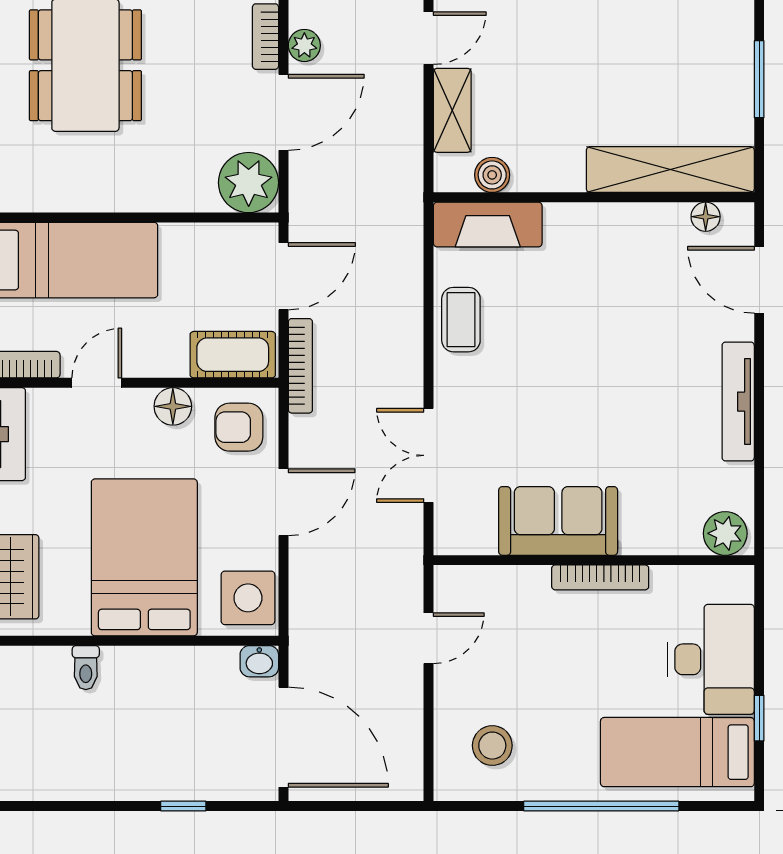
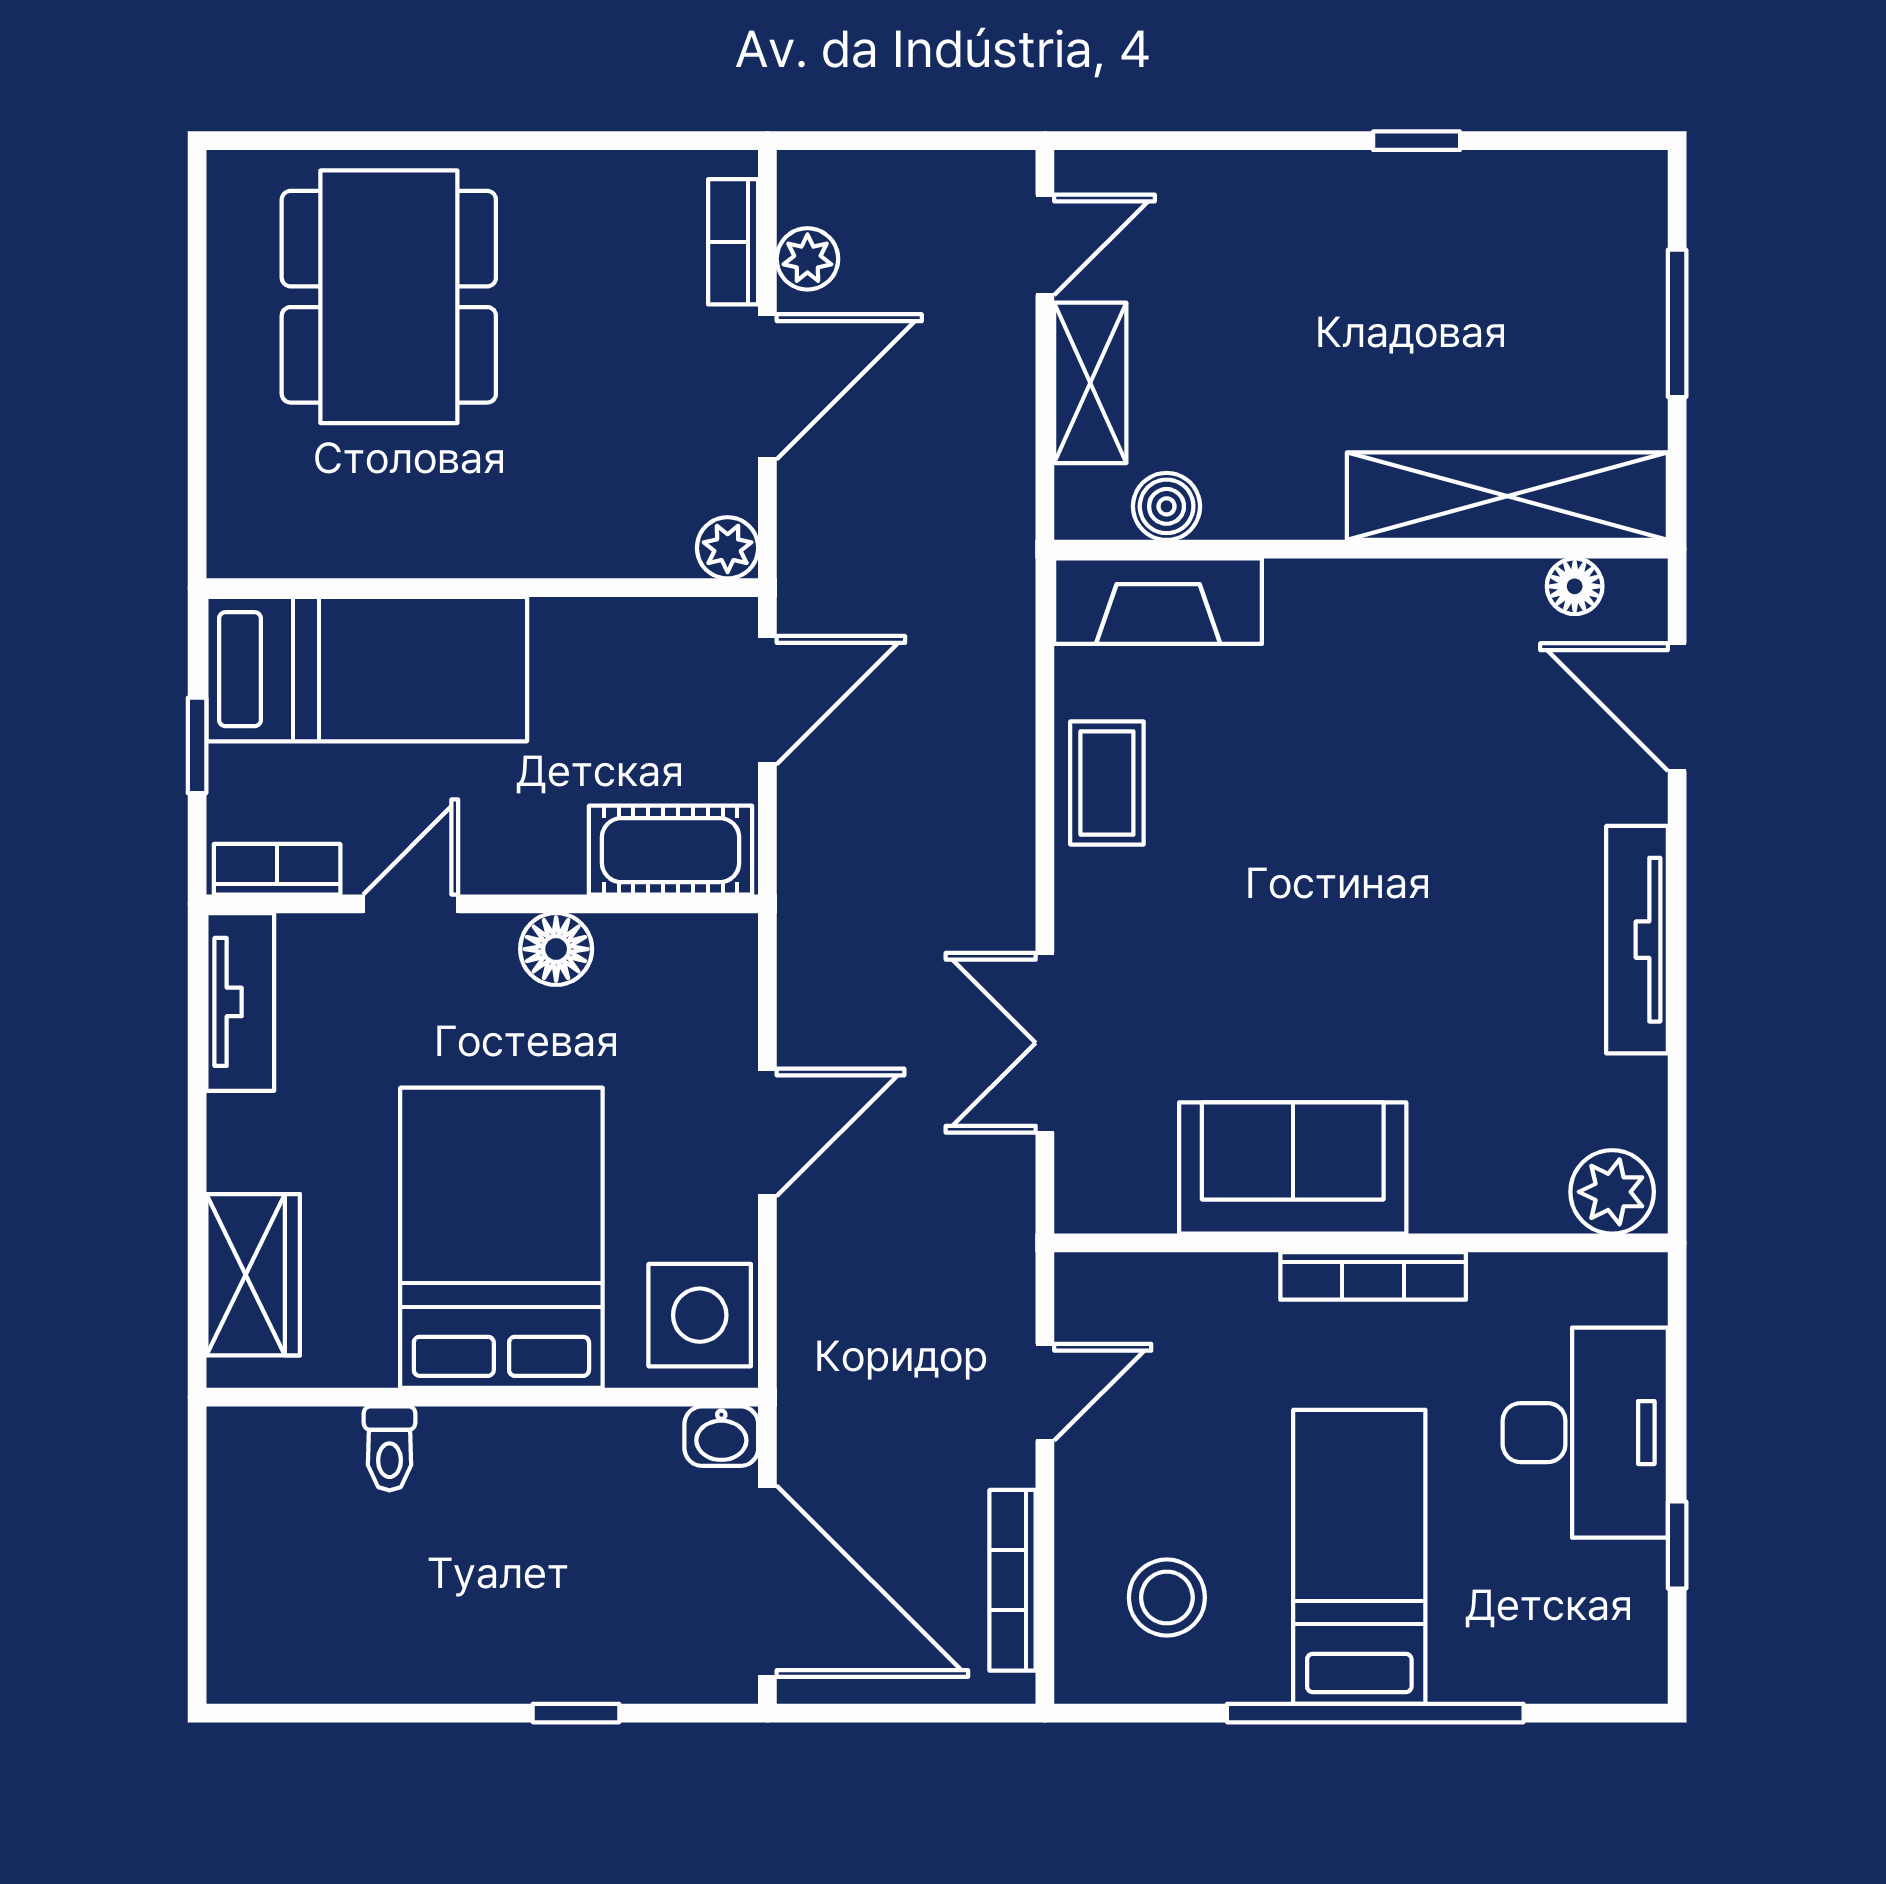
plant: (249, 183) -> (728, 548), width x0.53, depth x0.53
bookcase: (300, 366) -> (1013, 1580), moved, turned 180
armchair: (239, 427) -> (682, 989), removed
bed: (677, 752) -> (1359, 1557), moved, turned 90

